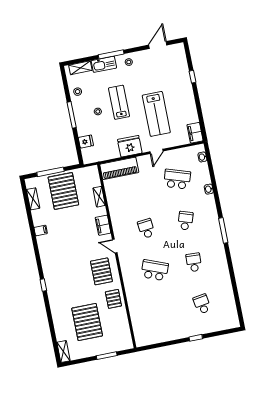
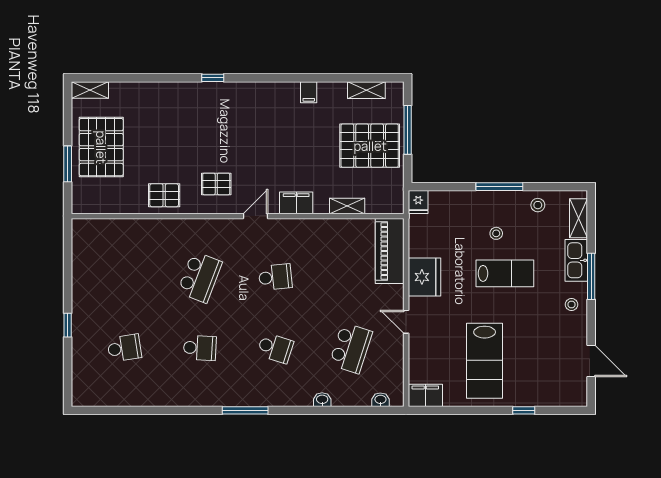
lab bench: (156, 114) -> (485, 361), moved, turned -90
fridge: (86, 142) -> (418, 202), moved
pallet: (101, 271) -> (216, 184), width x0.67, depth x0.71
pallet: (87, 322) -> (101, 147), moved, turned 90

